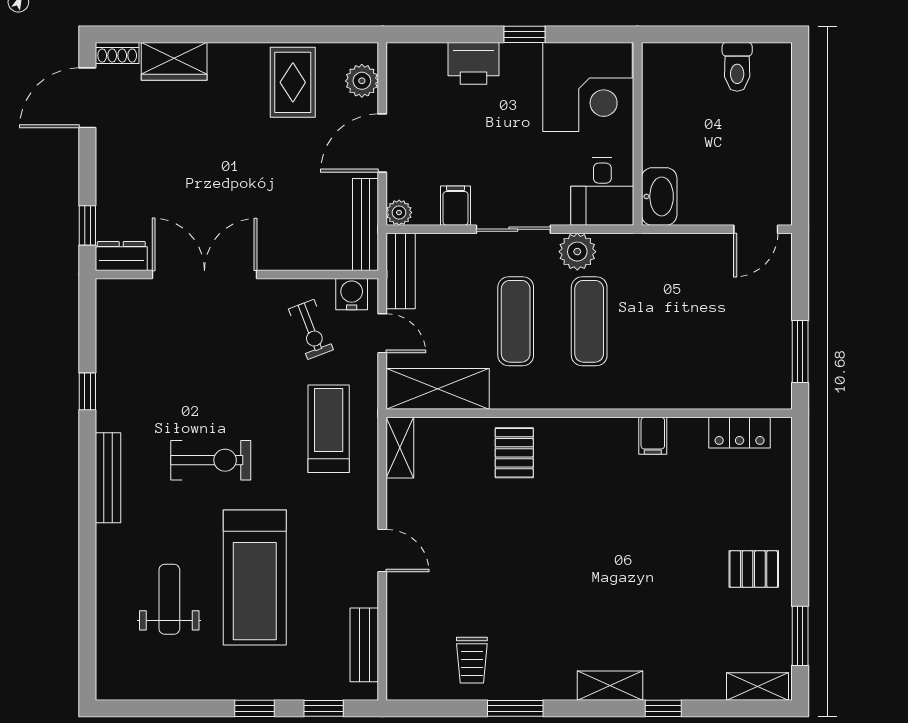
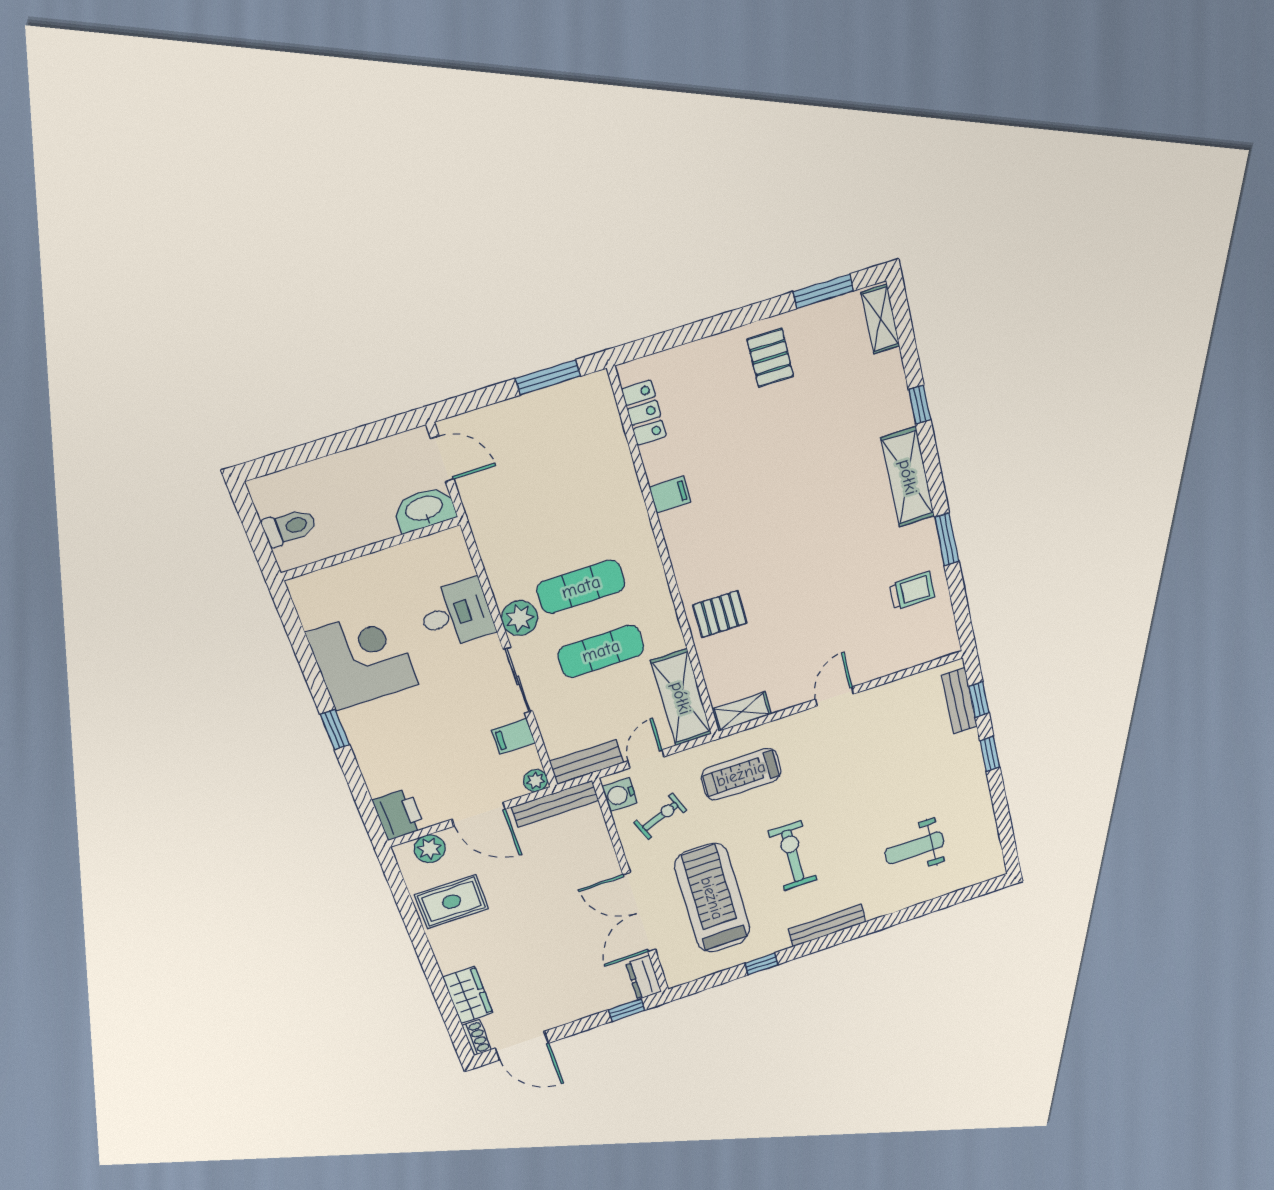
printer: (473, 63) -> (399, 814), moved
wall: (638, 134) -> (371, 549), moved
washbasin: (659, 196) -> (424, 509), moved
treadmill: (255, 578) -> (712, 898), moved, turned -90
bench: (364, 645) -> (959, 701), moved, turned 90
shelving: (610, 686) -> (908, 477), width x1.50, depth x1.33

